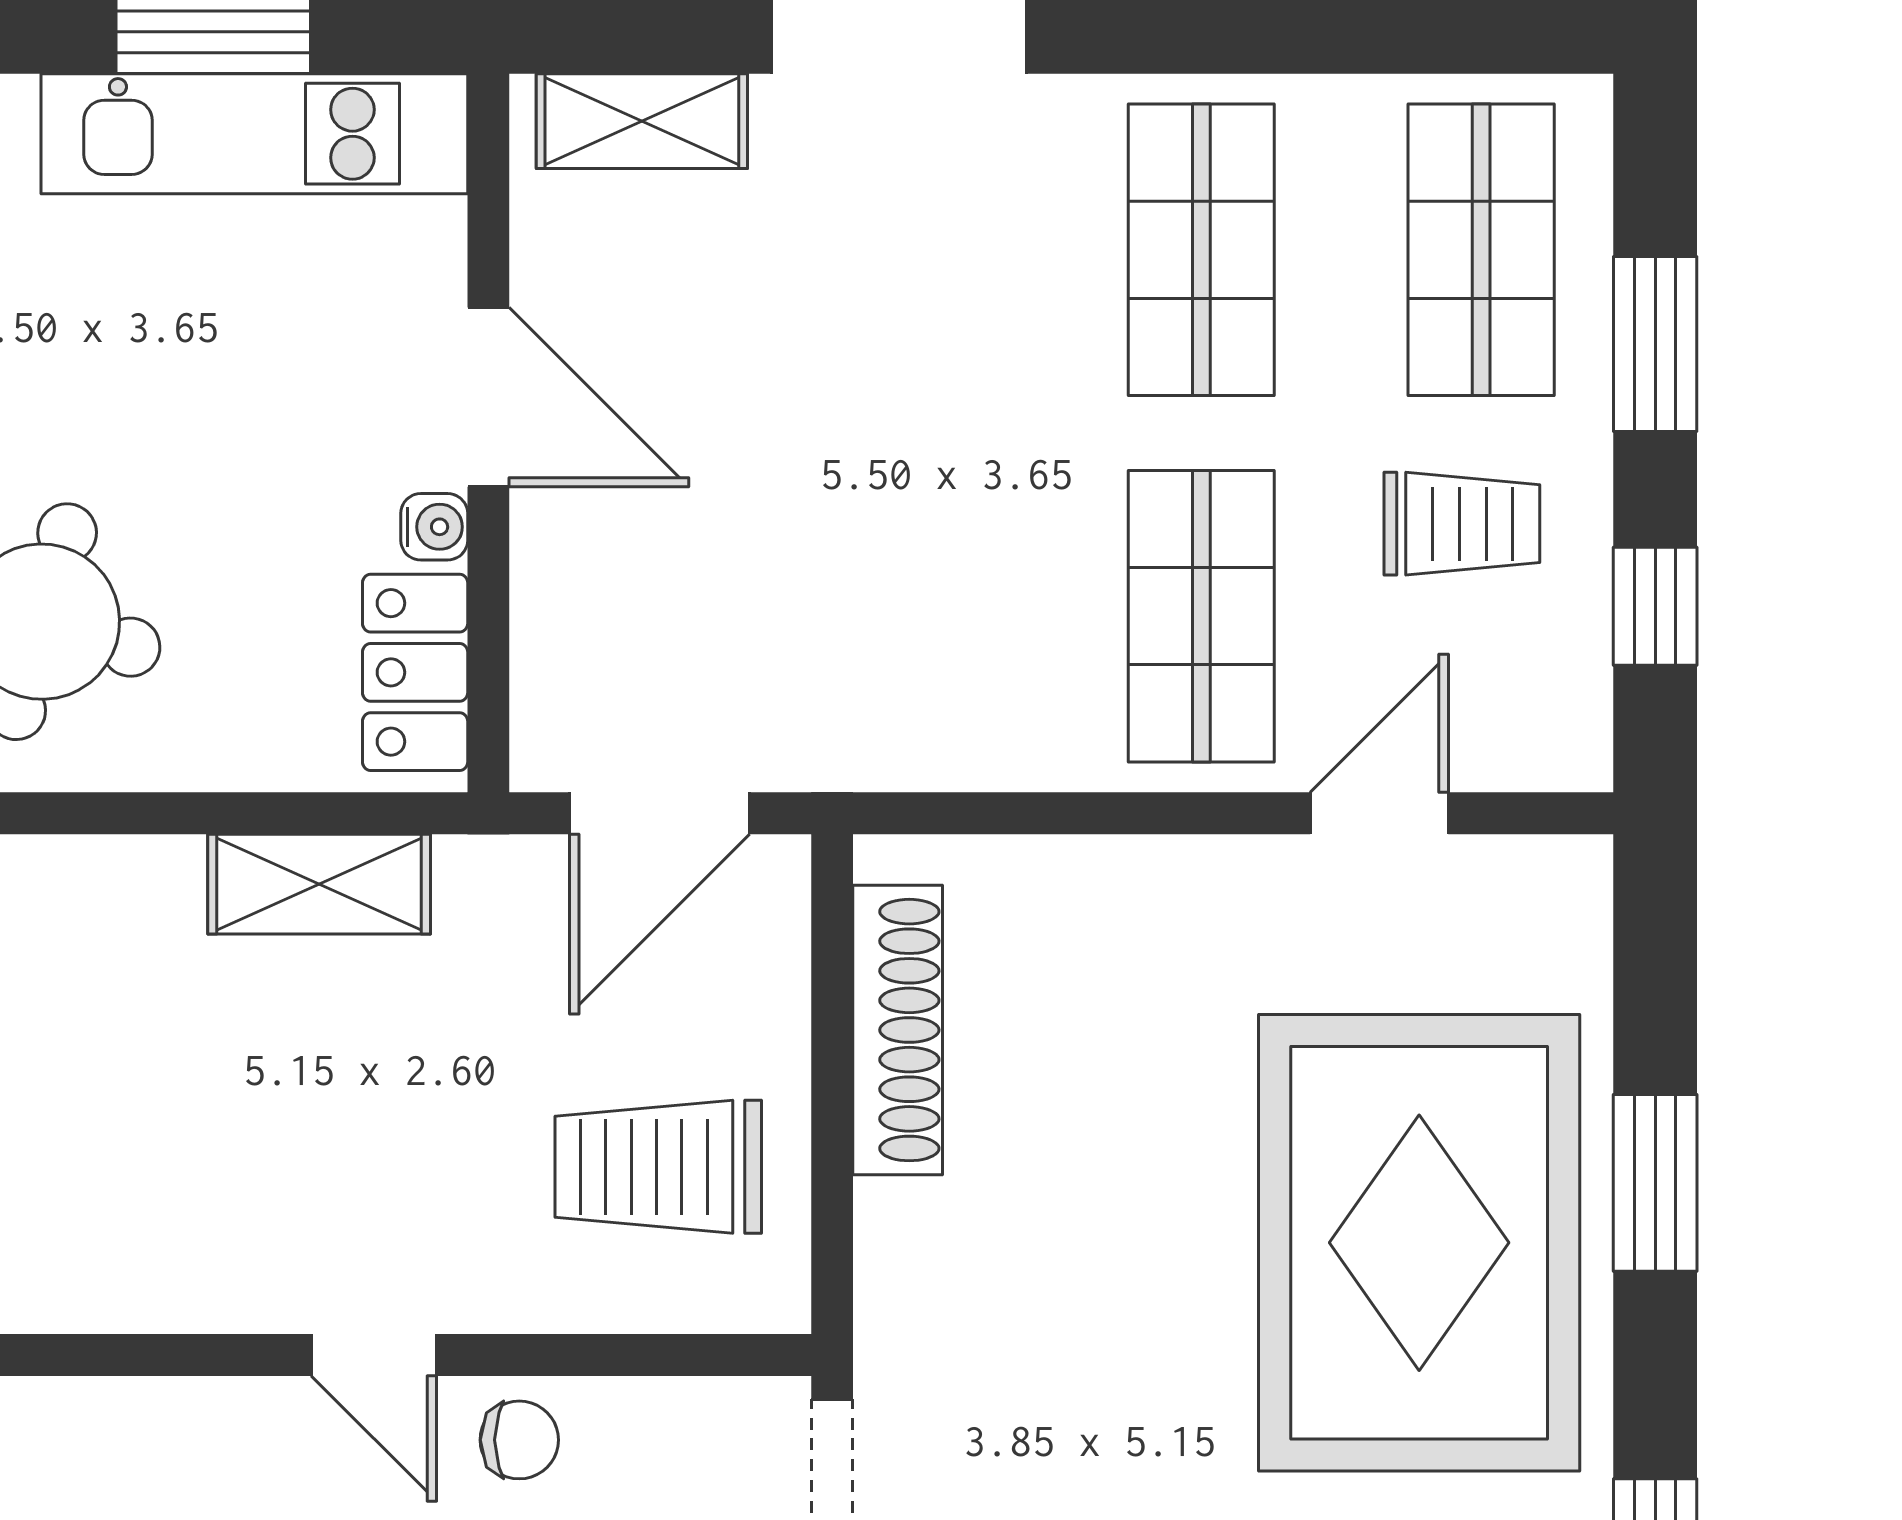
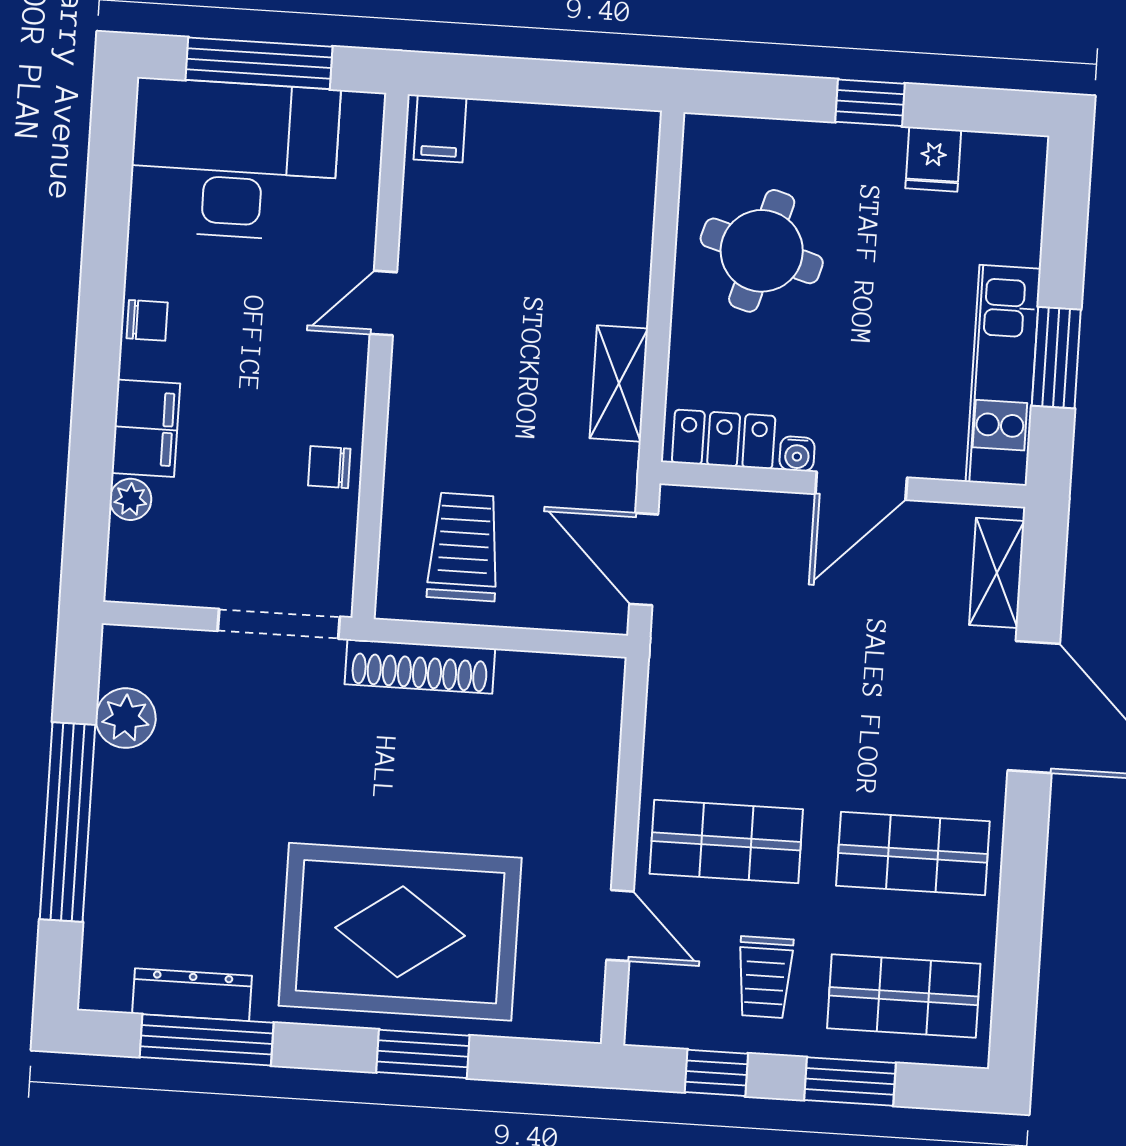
shoe rack: (898, 1030) -> (420, 666), moved
door: (374, 1355) -> (383, 303), moved
chair: (519, 1440) -> (329, 467), turned 90

